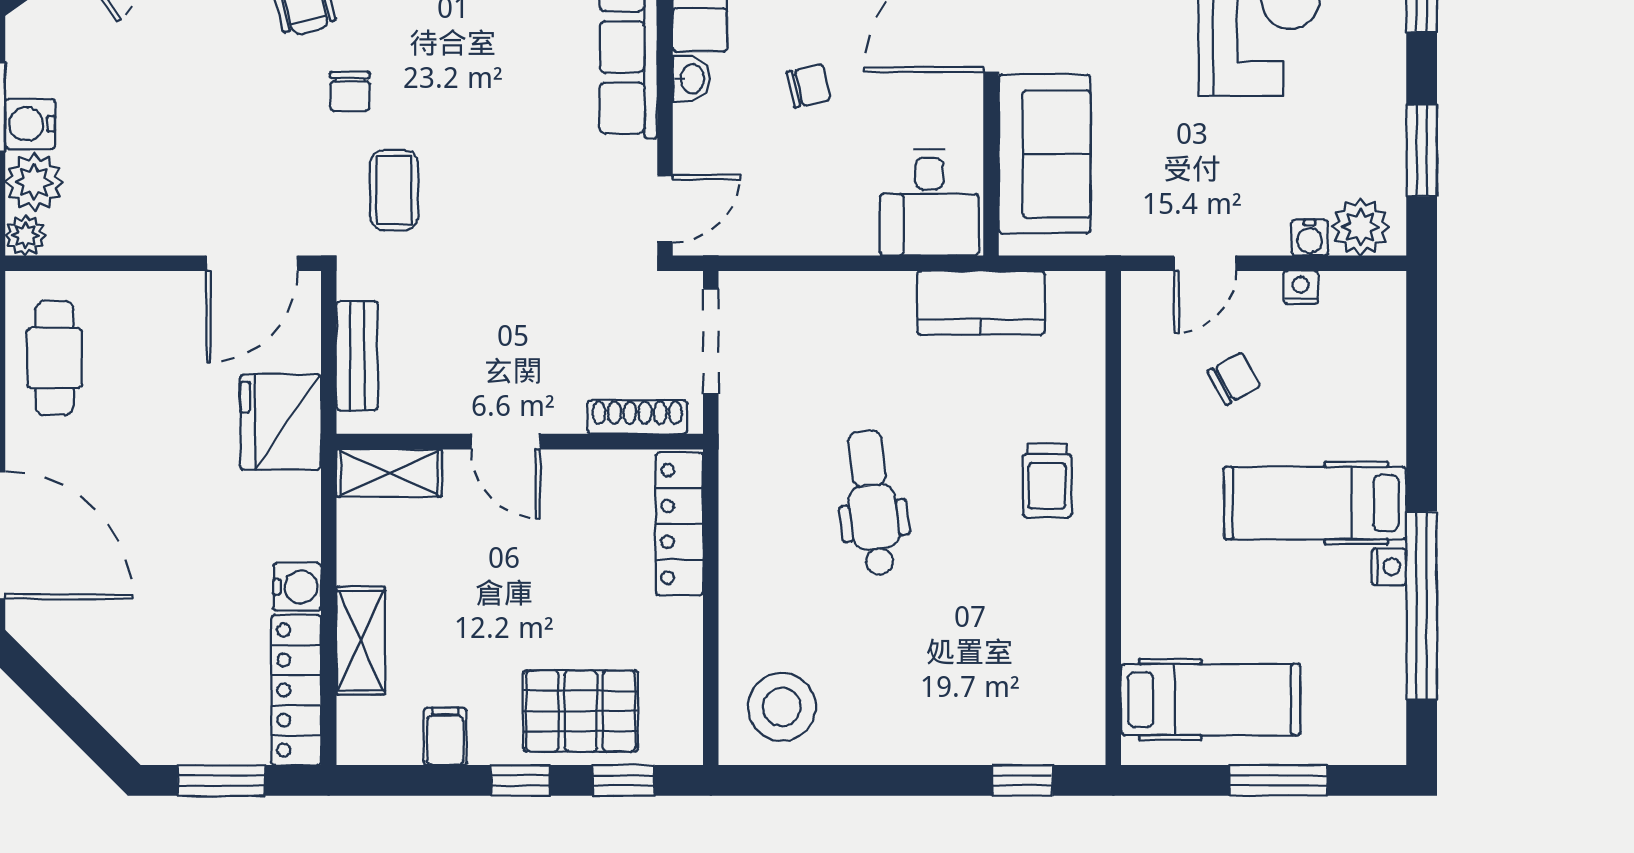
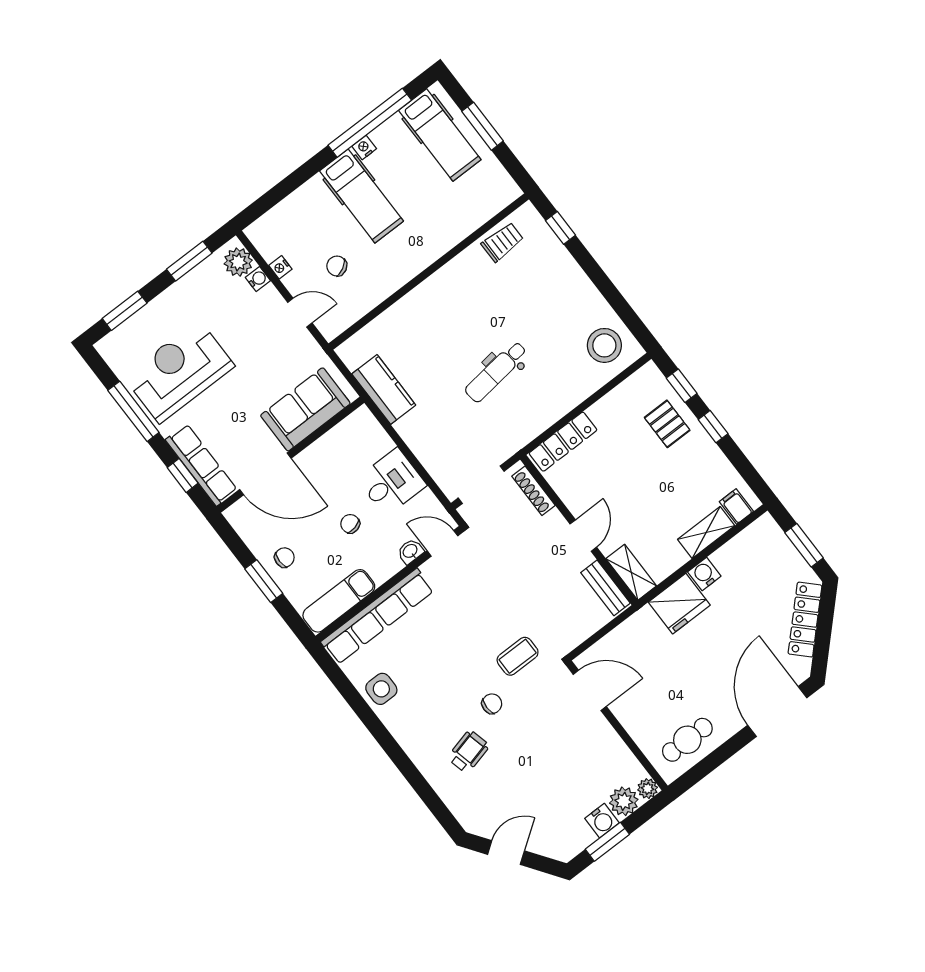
washbasin: (691, 79) -> (410, 551), moved
desk: (929, 202) -> (392, 482), moved
bench: (357, 356) -> (605, 588), moved, turned 90
fridge: (281, 422) -> (679, 604), moved
trolley: (1047, 481) -> (502, 242), moved
locker: (296, 690) -> (805, 620), moved, turned 135
hospital bed: (1211, 700) -> (440, 135), moved, turned 180
pallet: (581, 711) -> (667, 424), width x0.67, depth x0.71
filing cabinet: (445, 736) -> (736, 507), moved, turned 90

